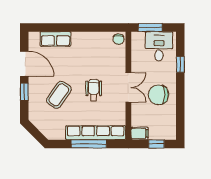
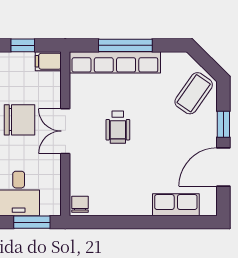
door: (24, 64) -> (223, 167), hinge flipped
coffee table: (59, 95) -> (194, 93), moved

